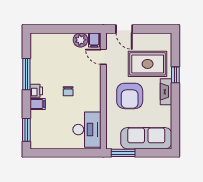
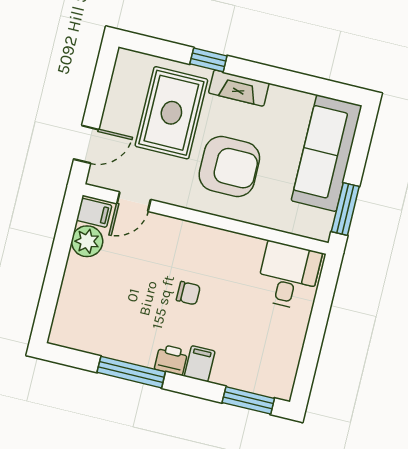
desk: (87, 130) -> (288, 276), width x0.73

